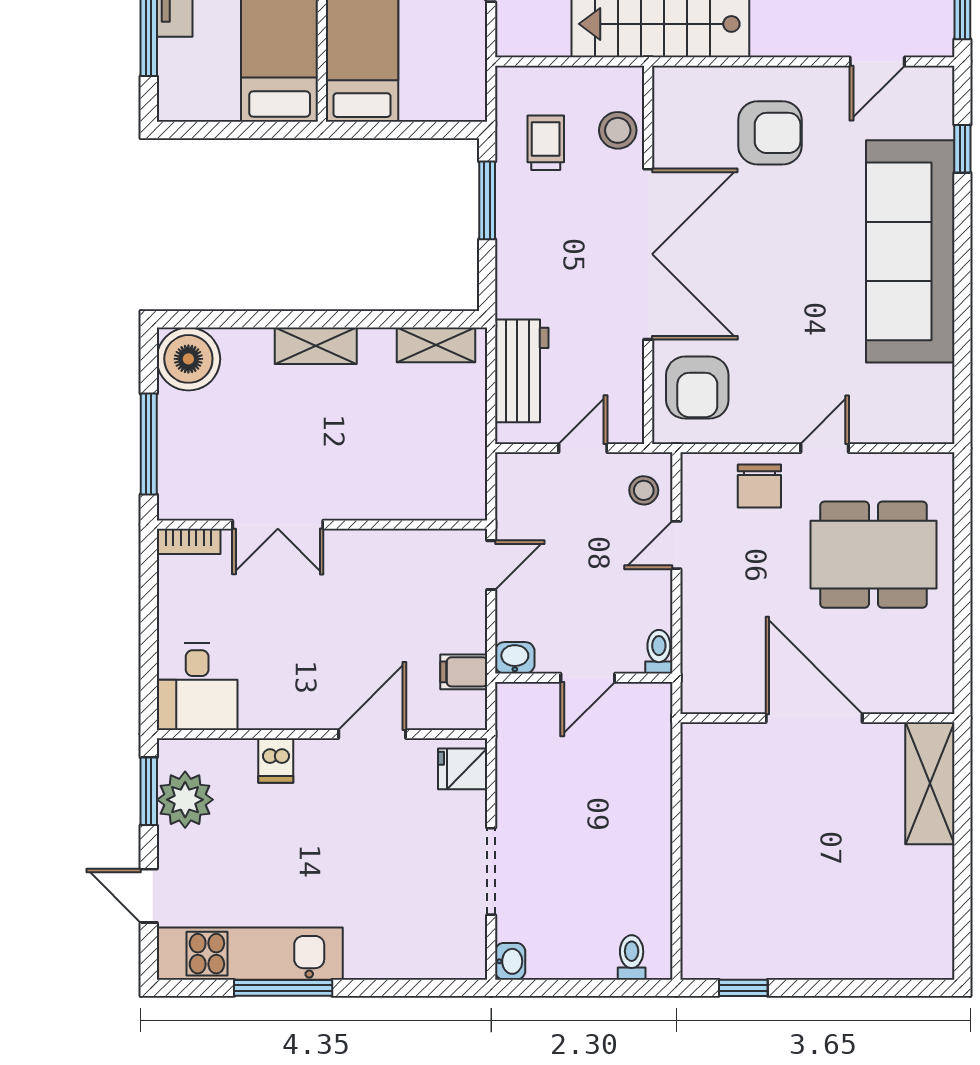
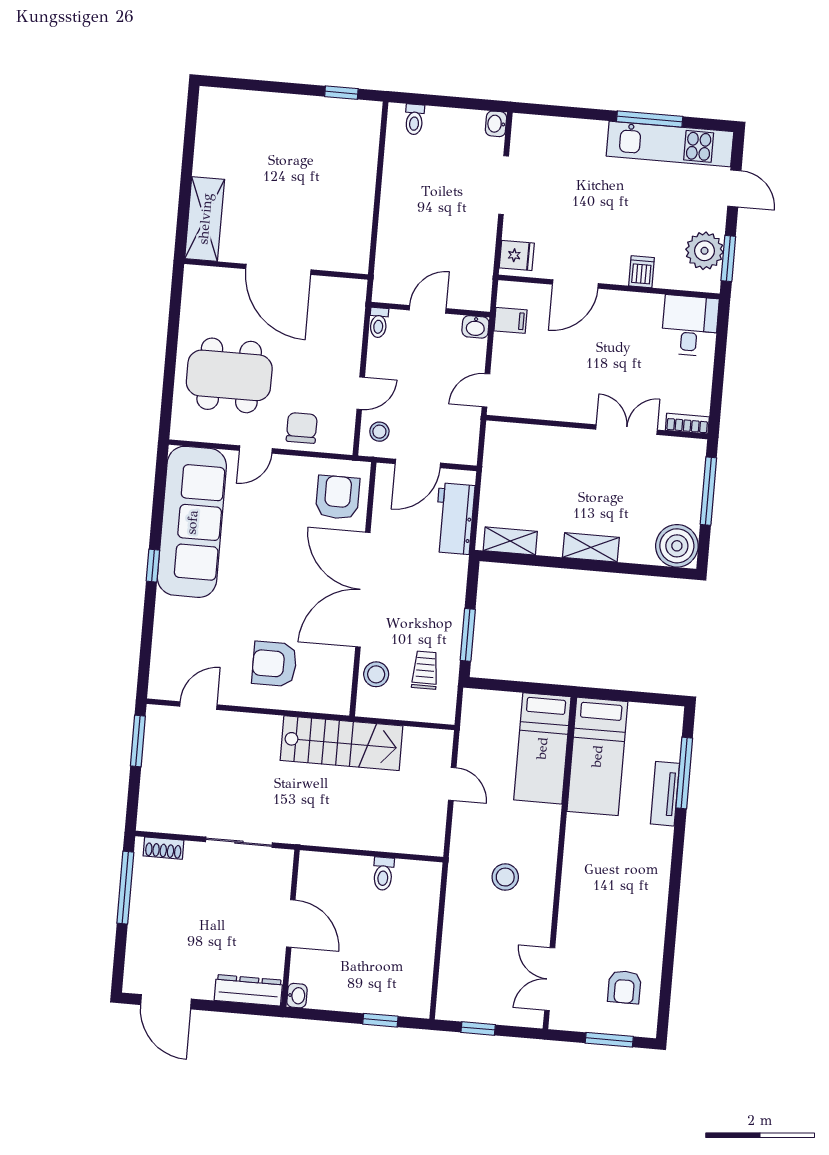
trolley: (546, 143) -> (425, 670), turned 180
window: (962, 149) -> (153, 566), moved
sofa: (910, 251) -> (192, 522), moved
door: (583, 448) -> (418, 463), width x1.38

